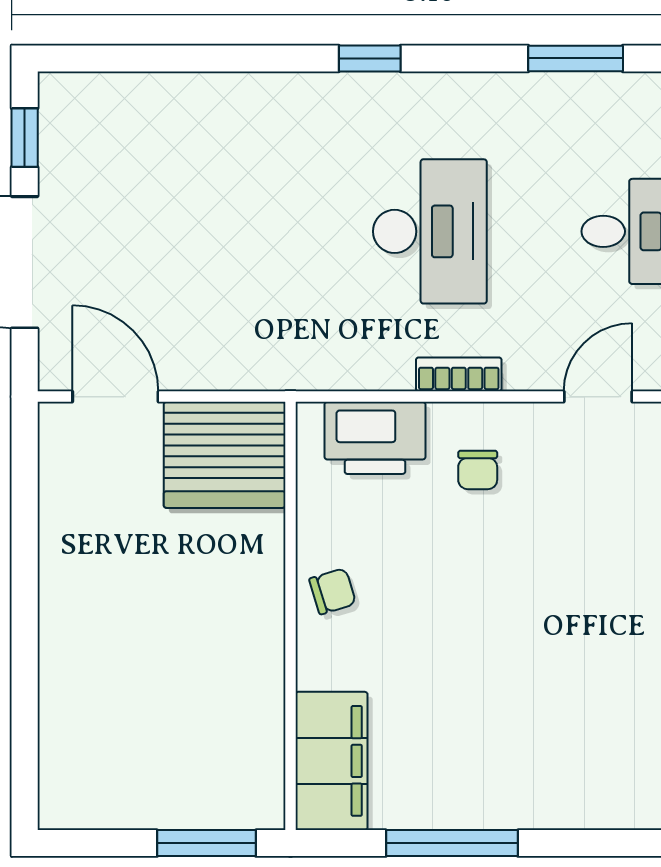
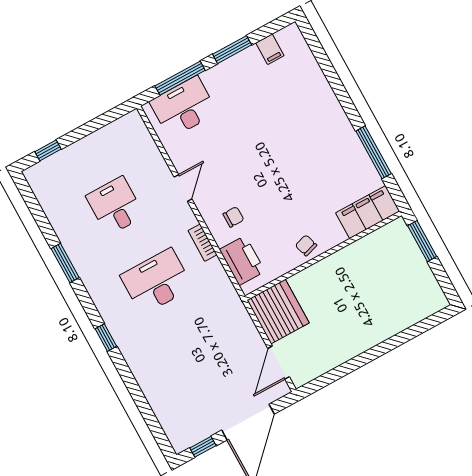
door: (598, 397) -> (183, 188), swing flipped

